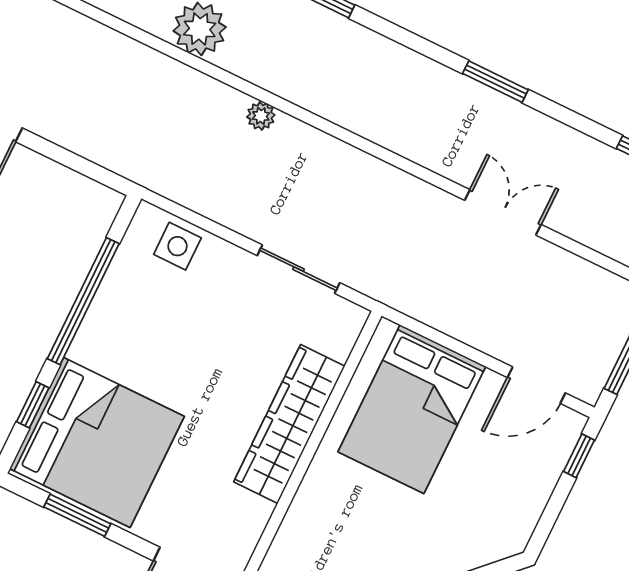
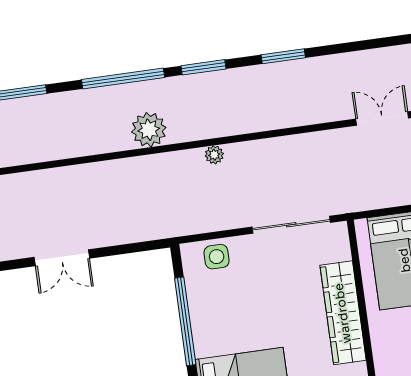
window: (495, 82) -> (283, 56), moved
sliding door: (298, 269) -> (291, 225), width x1.37

